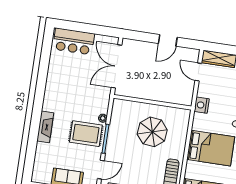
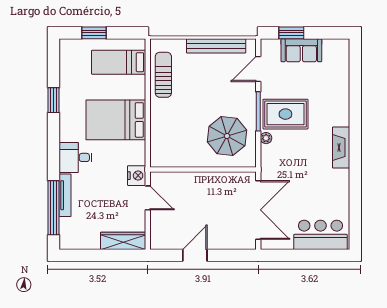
door: (198, 72) -> (148, 198), moved
fireplace: (45, 127) -> (341, 148), moved
parasol: (152, 132) -> (227, 136), moved

